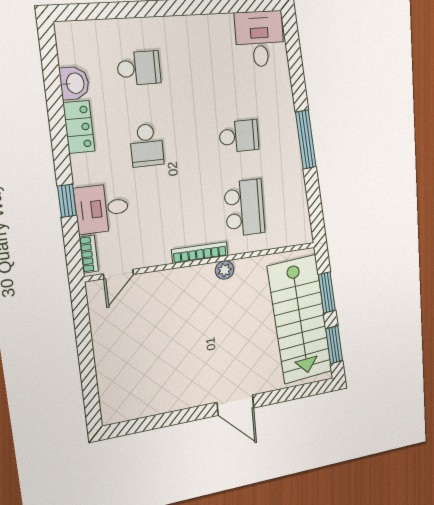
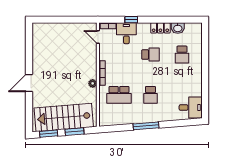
school desk: (147, 145) -> (150, 55), turned 180

